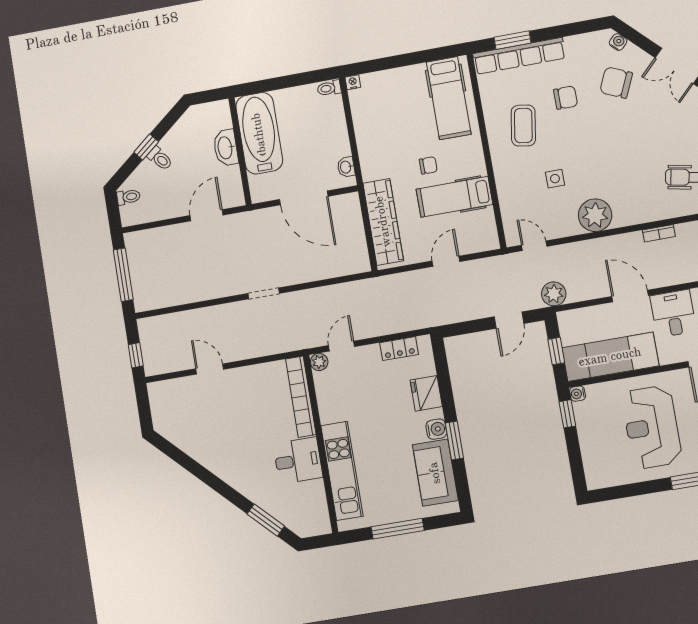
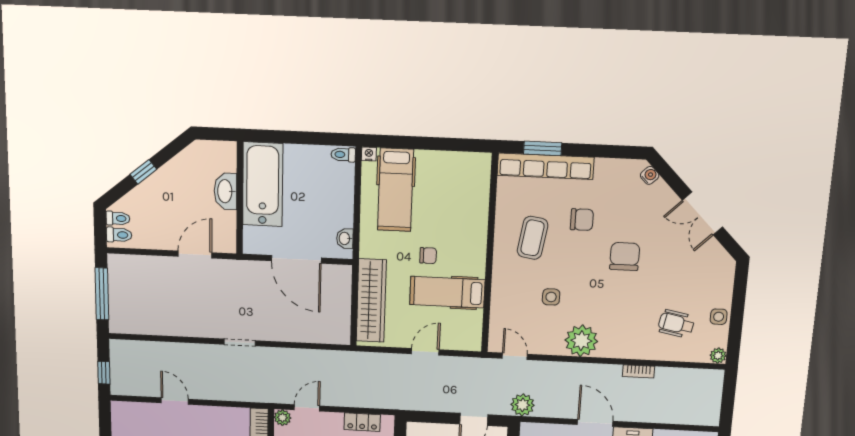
chair: (616, 83) -> (625, 256), moved, turned 66
hospital bed: (449, 98) -> (395, 190), moved
toilet: (160, 159) -> (119, 235), moved, turned -51

